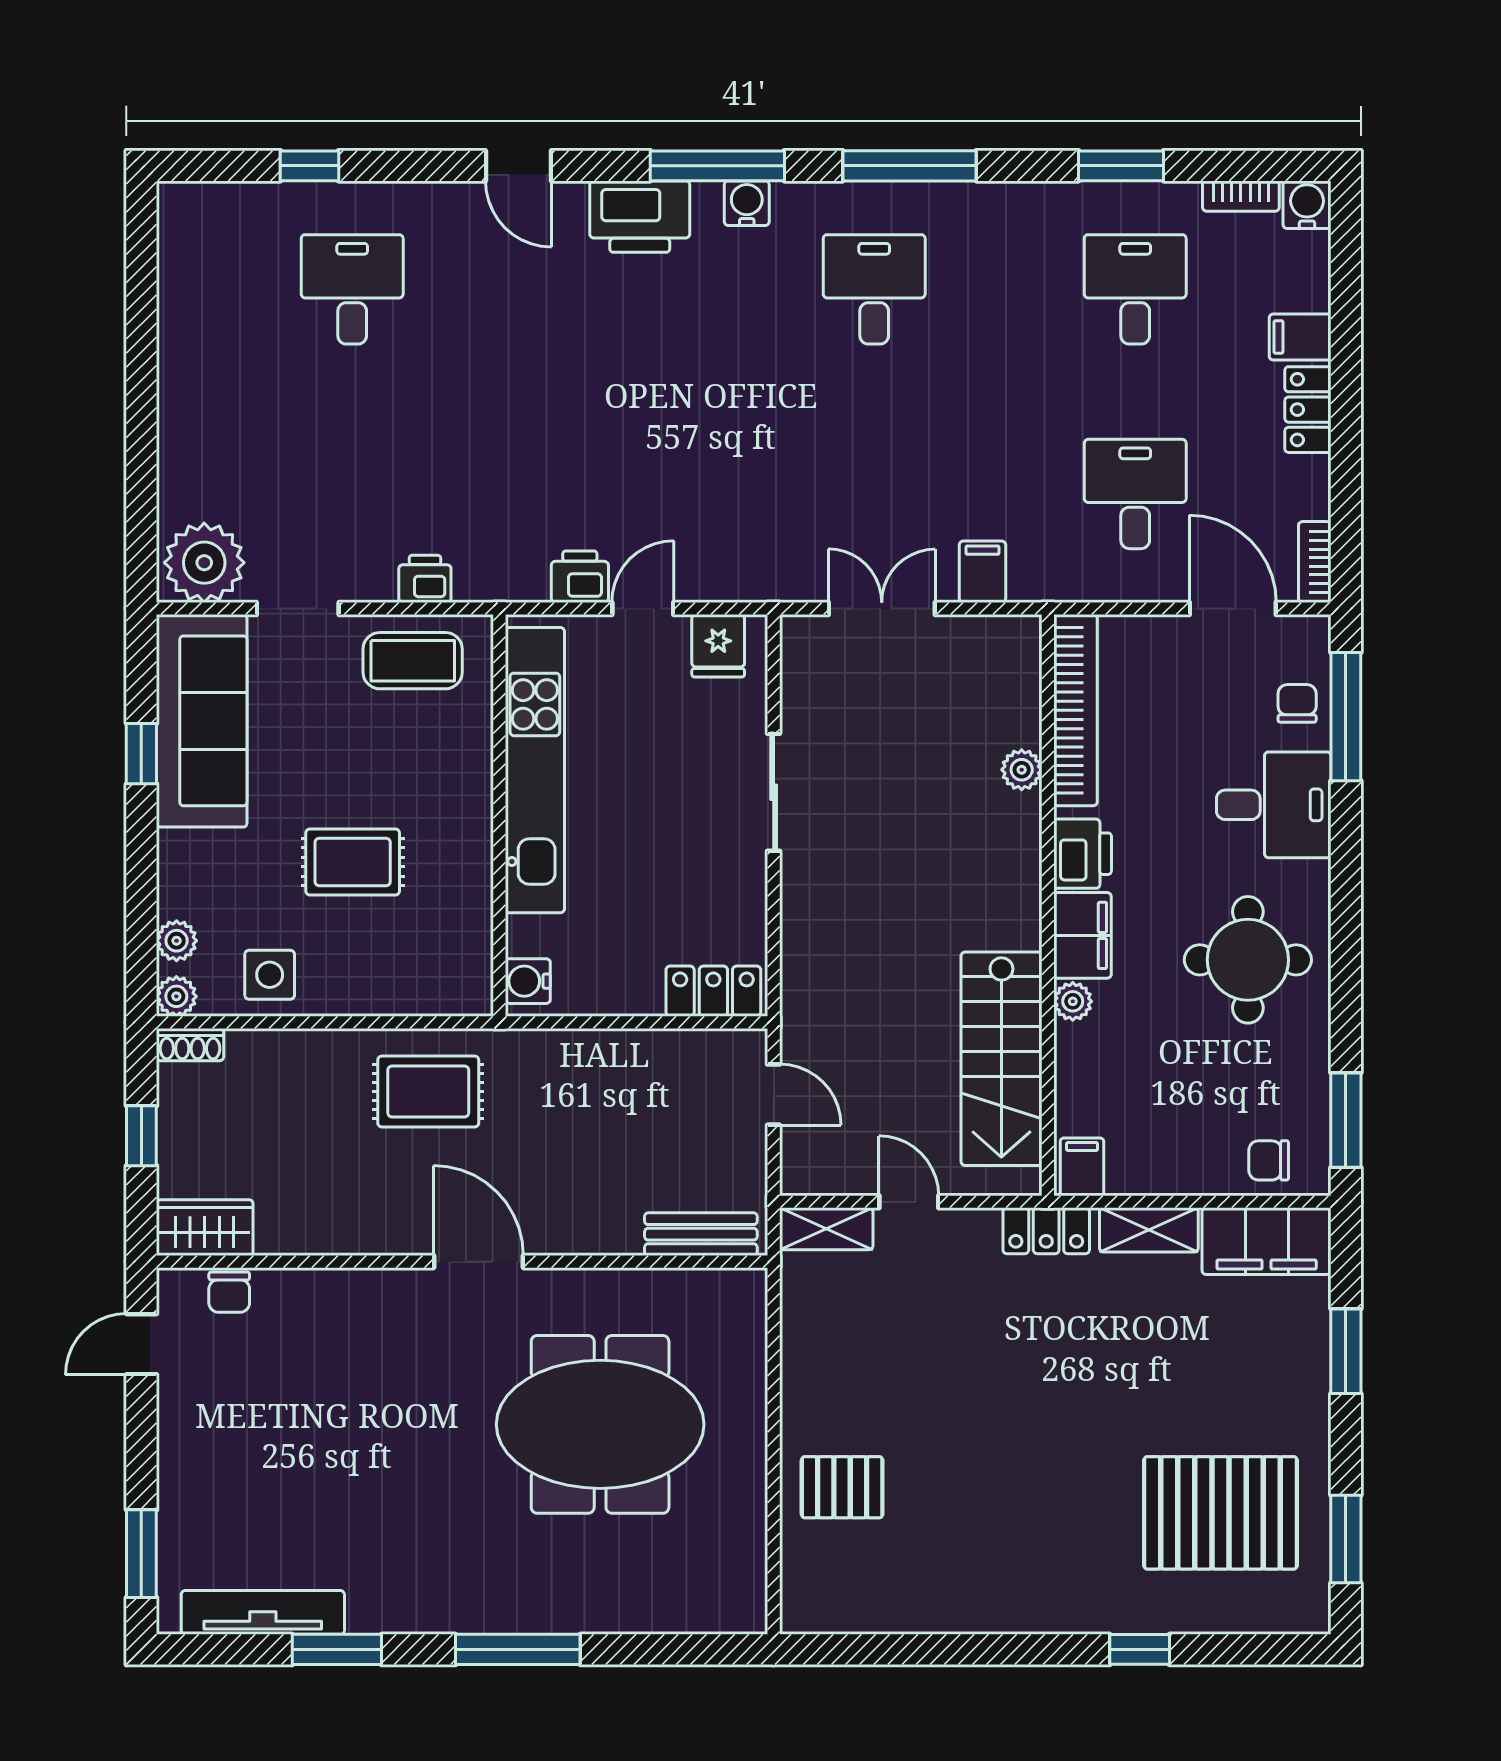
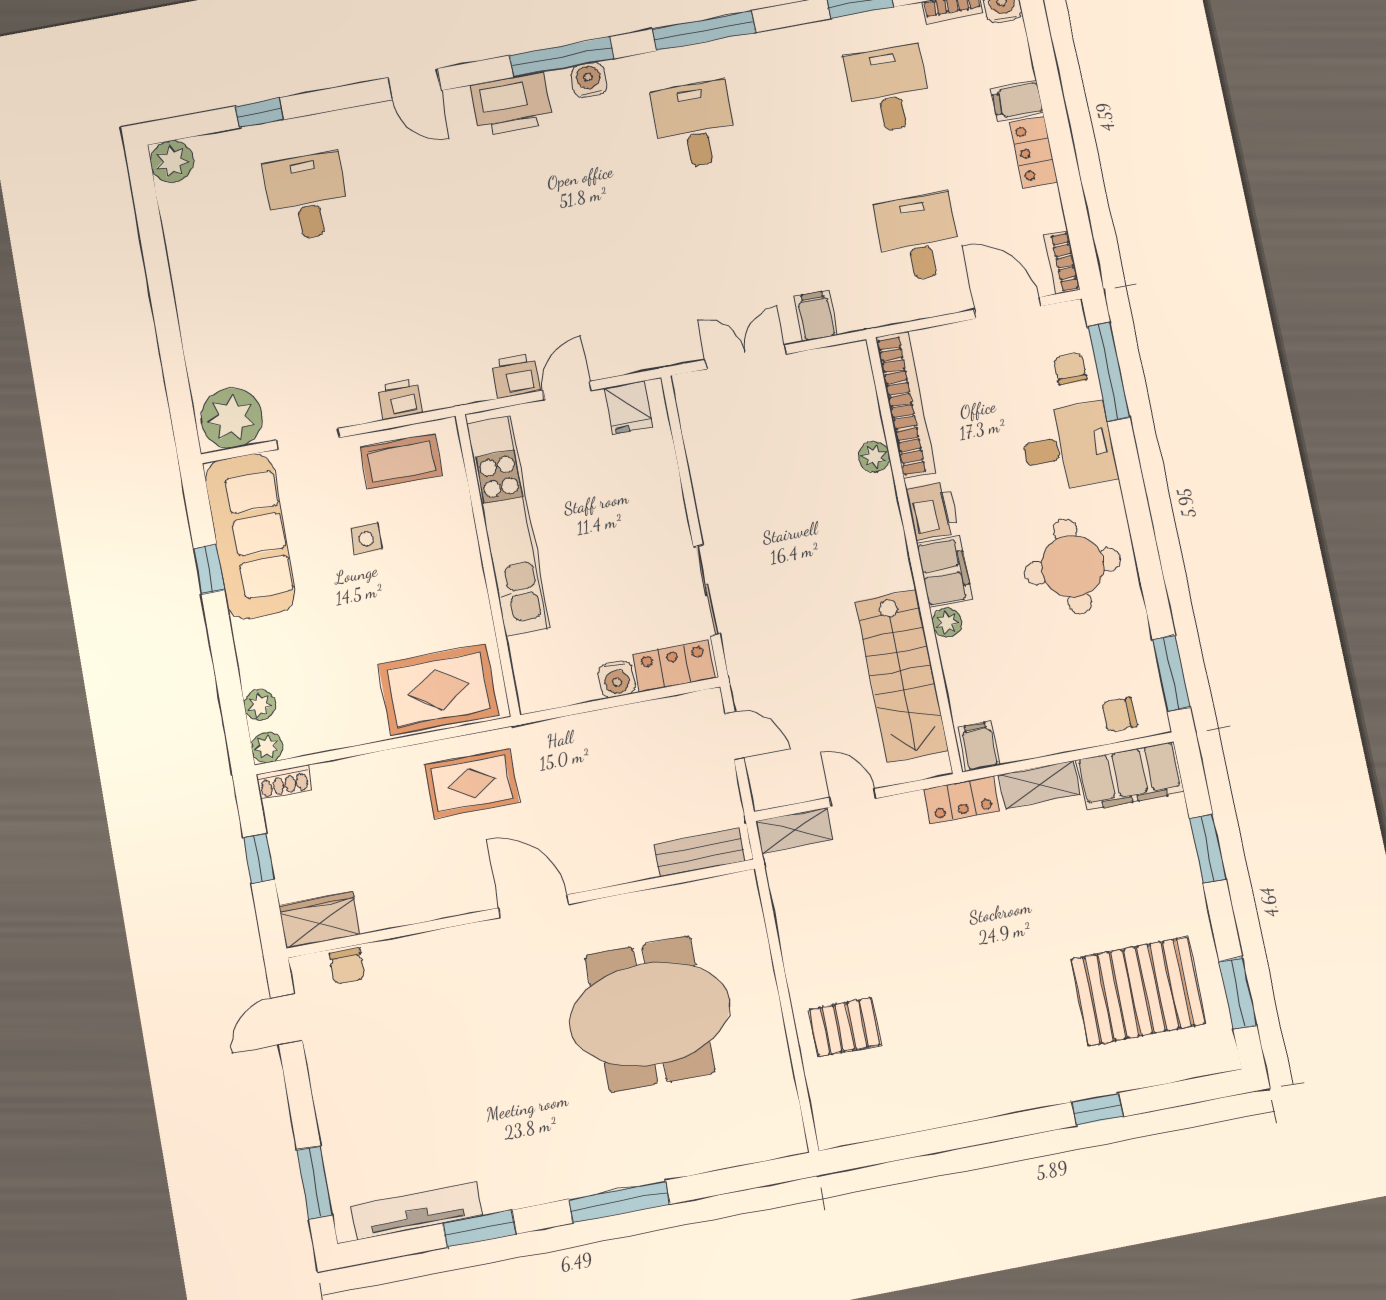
plant: (185, 209) -> (172, 161), added
sliding door: (774, 792) -> (707, 590), moved
rug: (353, 862) -> (439, 690), moved, width x1.36, depth x1.43
side table: (270, 975) -> (366, 539), moved, width x0.73, depth x0.73
water cooler: (528, 981) -> (617, 679), moved, turned -90

